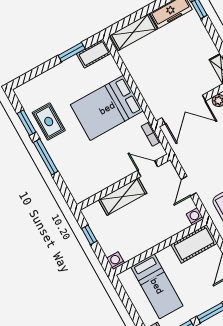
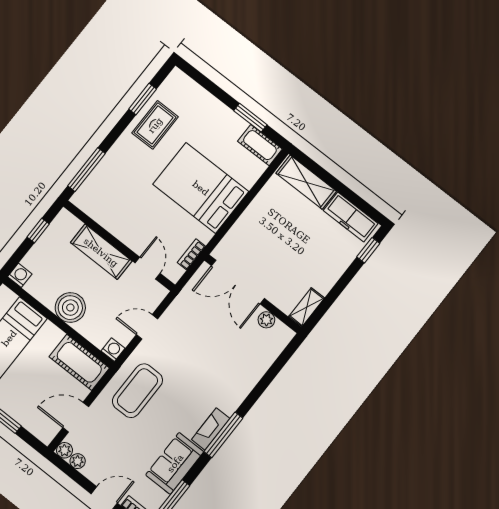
window: (46, 157) -> (86, 170), moved
boiler: (153, 234) -> (70, 308), added

